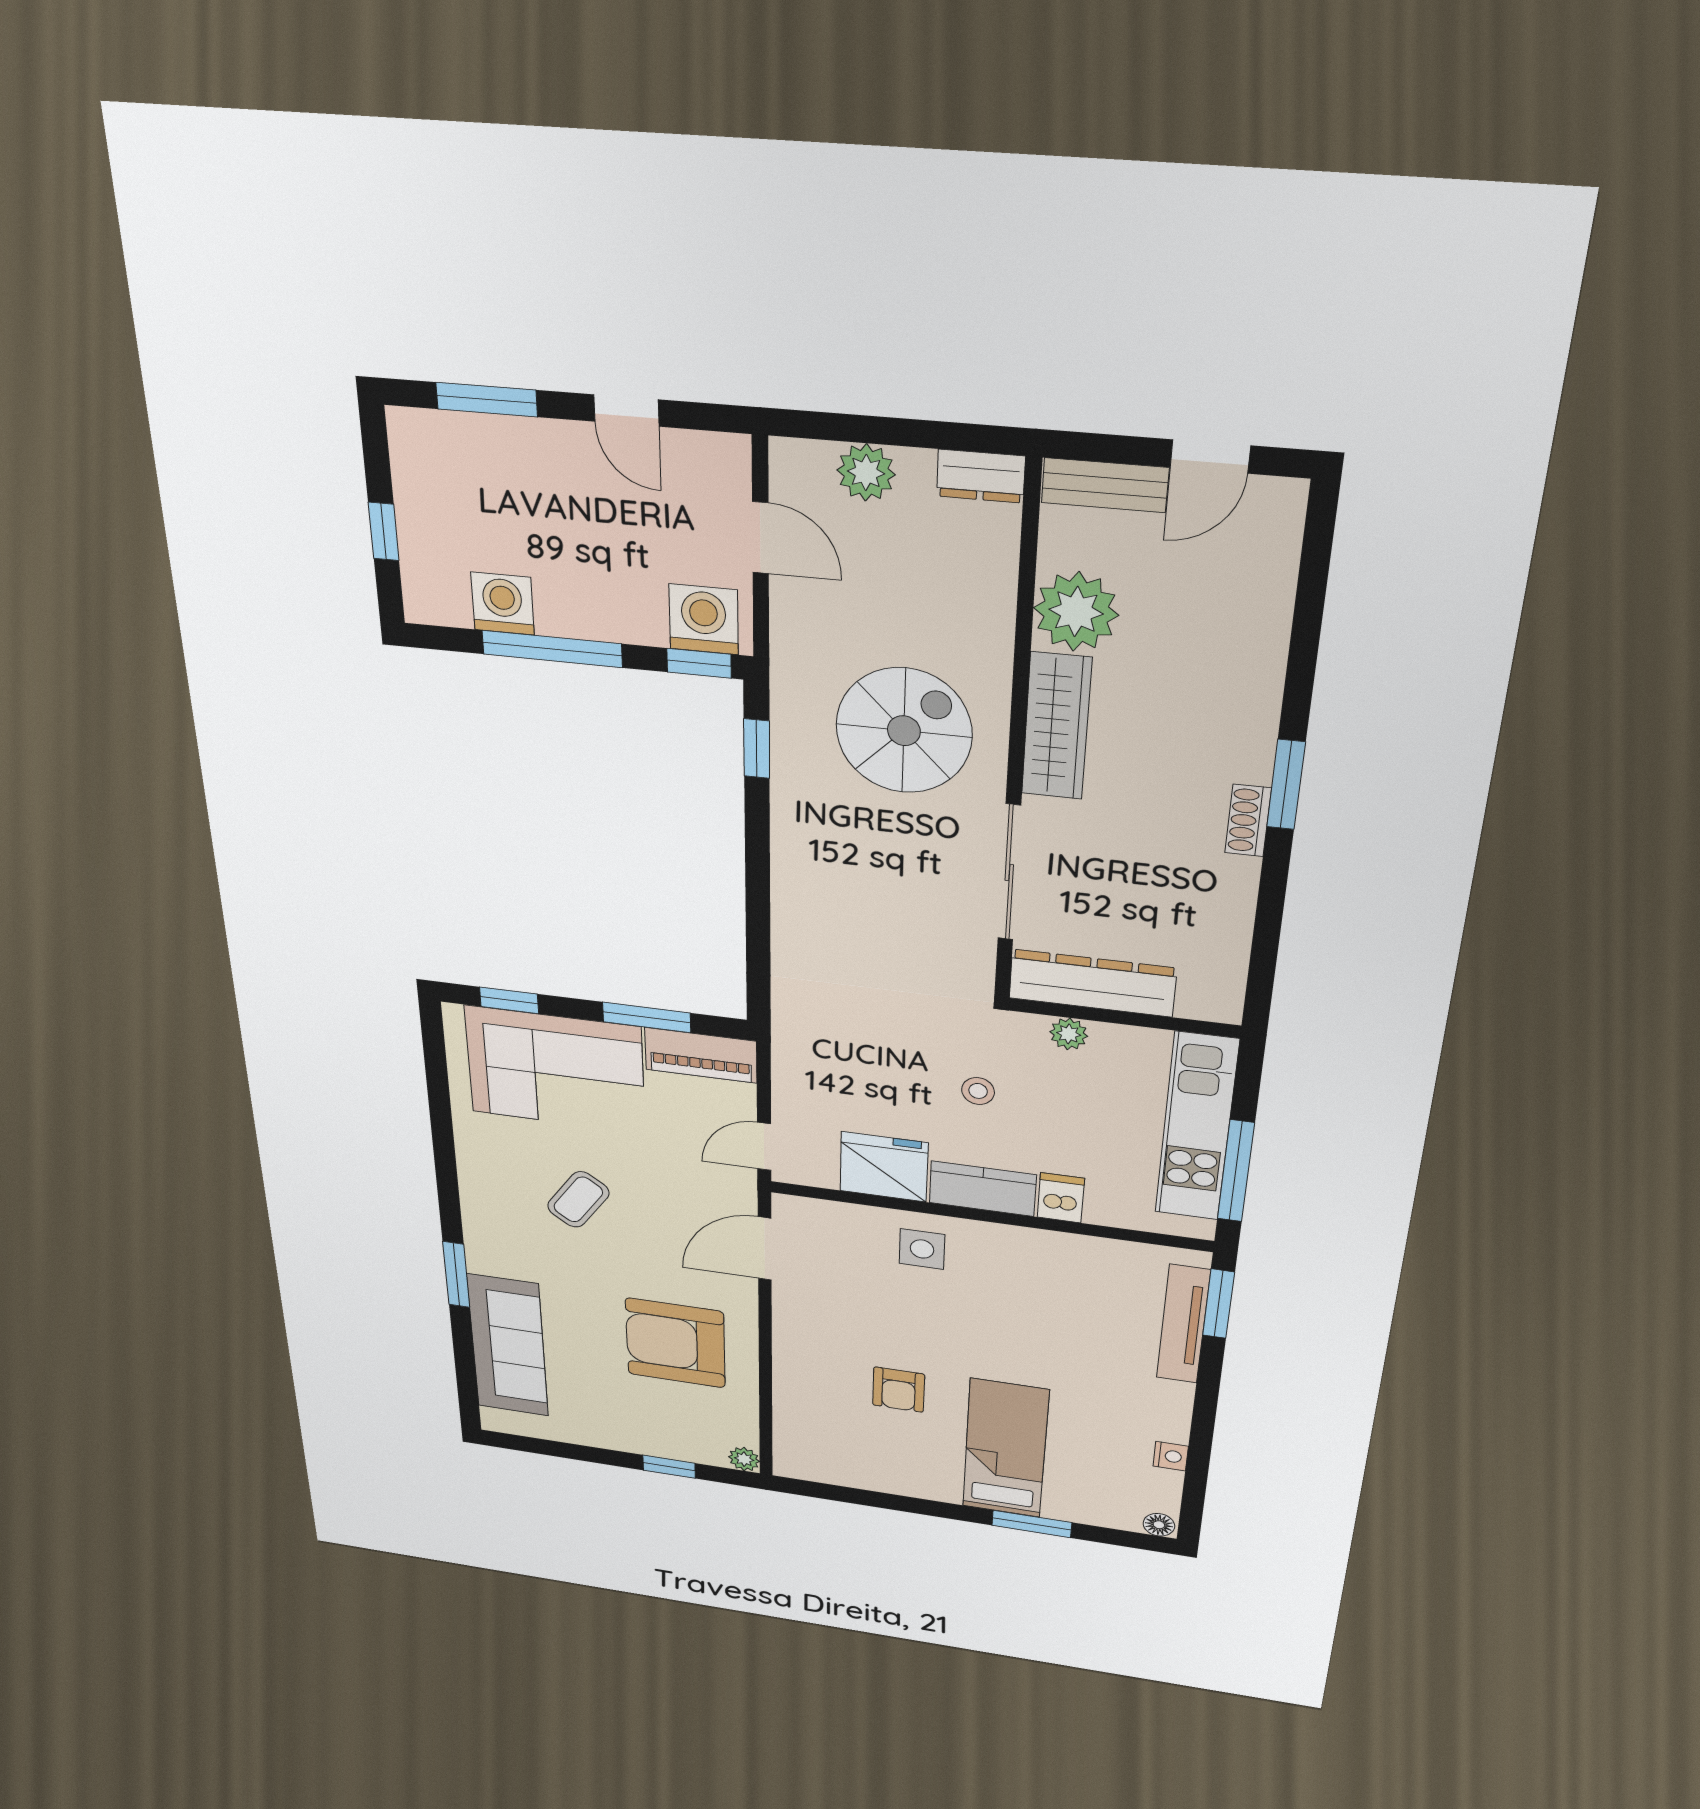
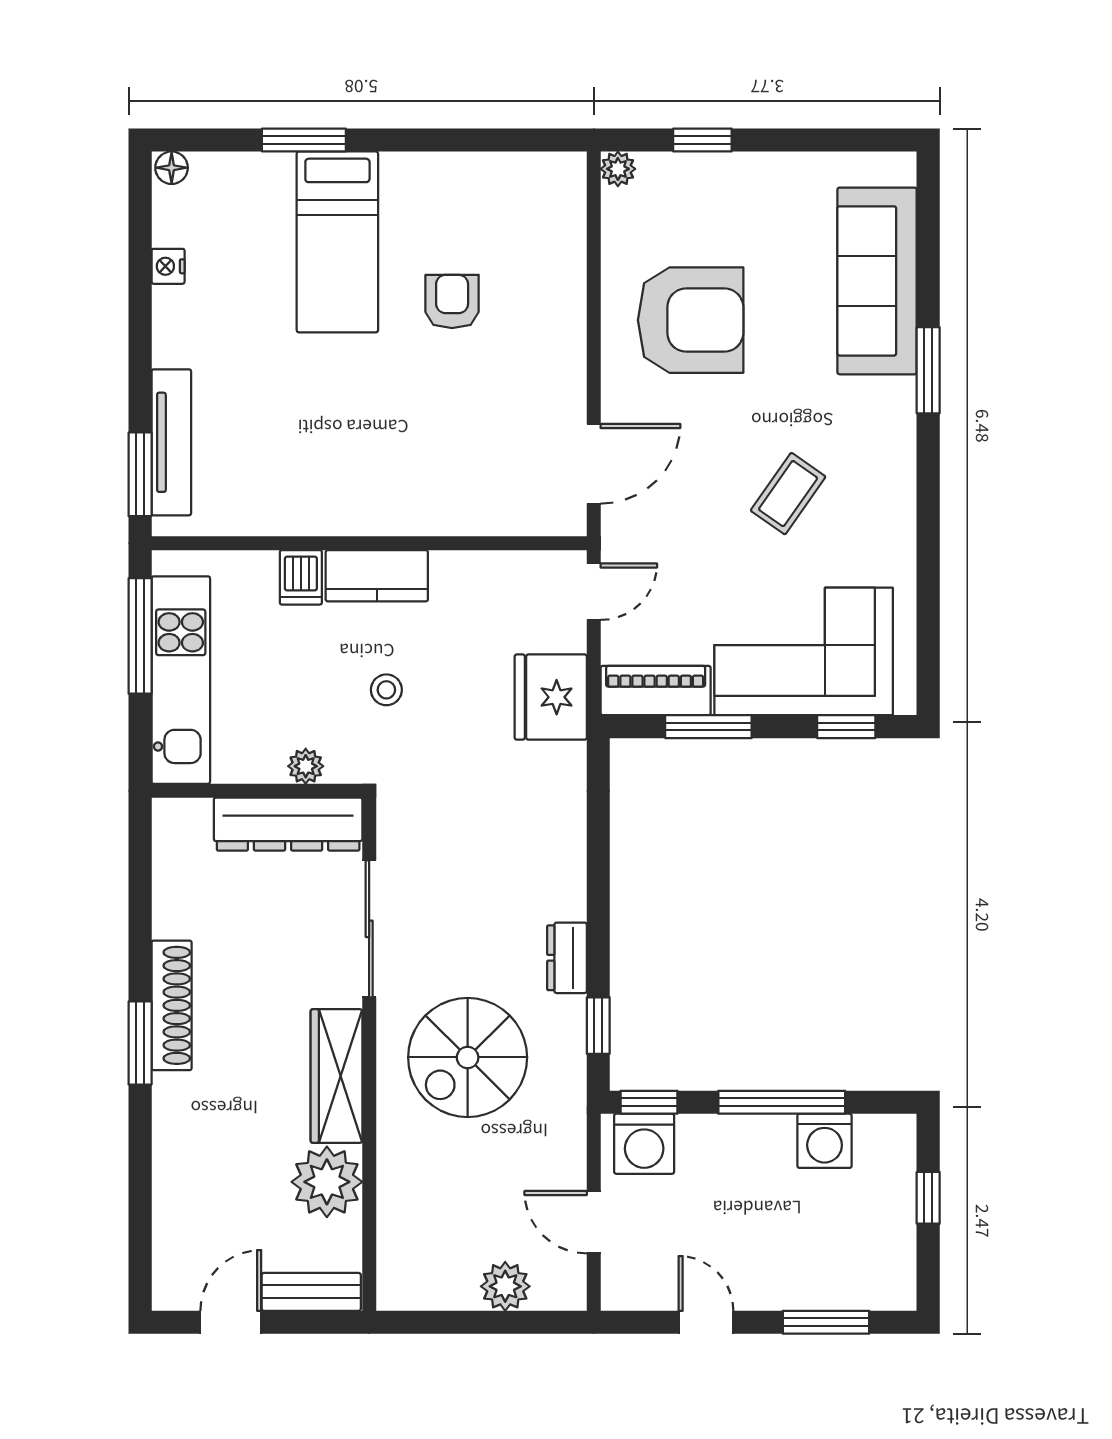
dresser: (981, 476) -> (567, 958), moved, turned -90
shoe rack: (1248, 820) -> (172, 1005), width x1.94, depth x1.24
fridge: (884, 1167) -> (551, 697), moved, turned 90
side table: (922, 1249) -> (434, 491), removed

